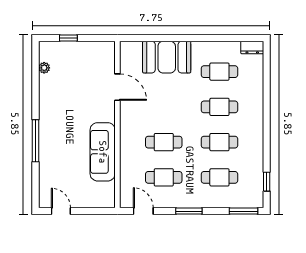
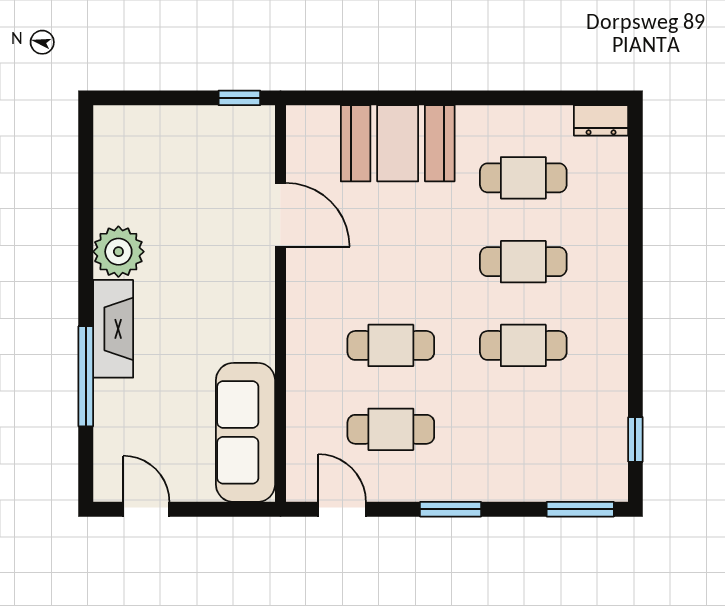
window: (68, 38) -> (239, 98), moved
plant: (44, 68) -> (118, 252), moved, width x1.88, depth x1.88
fireplace: (47, 135) -> (113, 329), added
window: (35, 141) -> (86, 376), moved
sofa: (103, 152) -> (245, 432), moved
cafe table: (219, 177) -> (523, 429), removed

